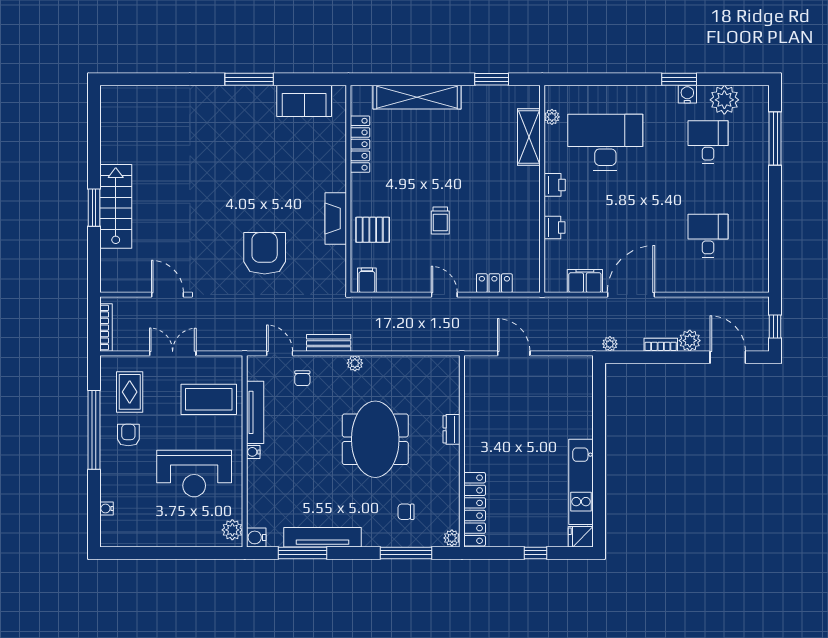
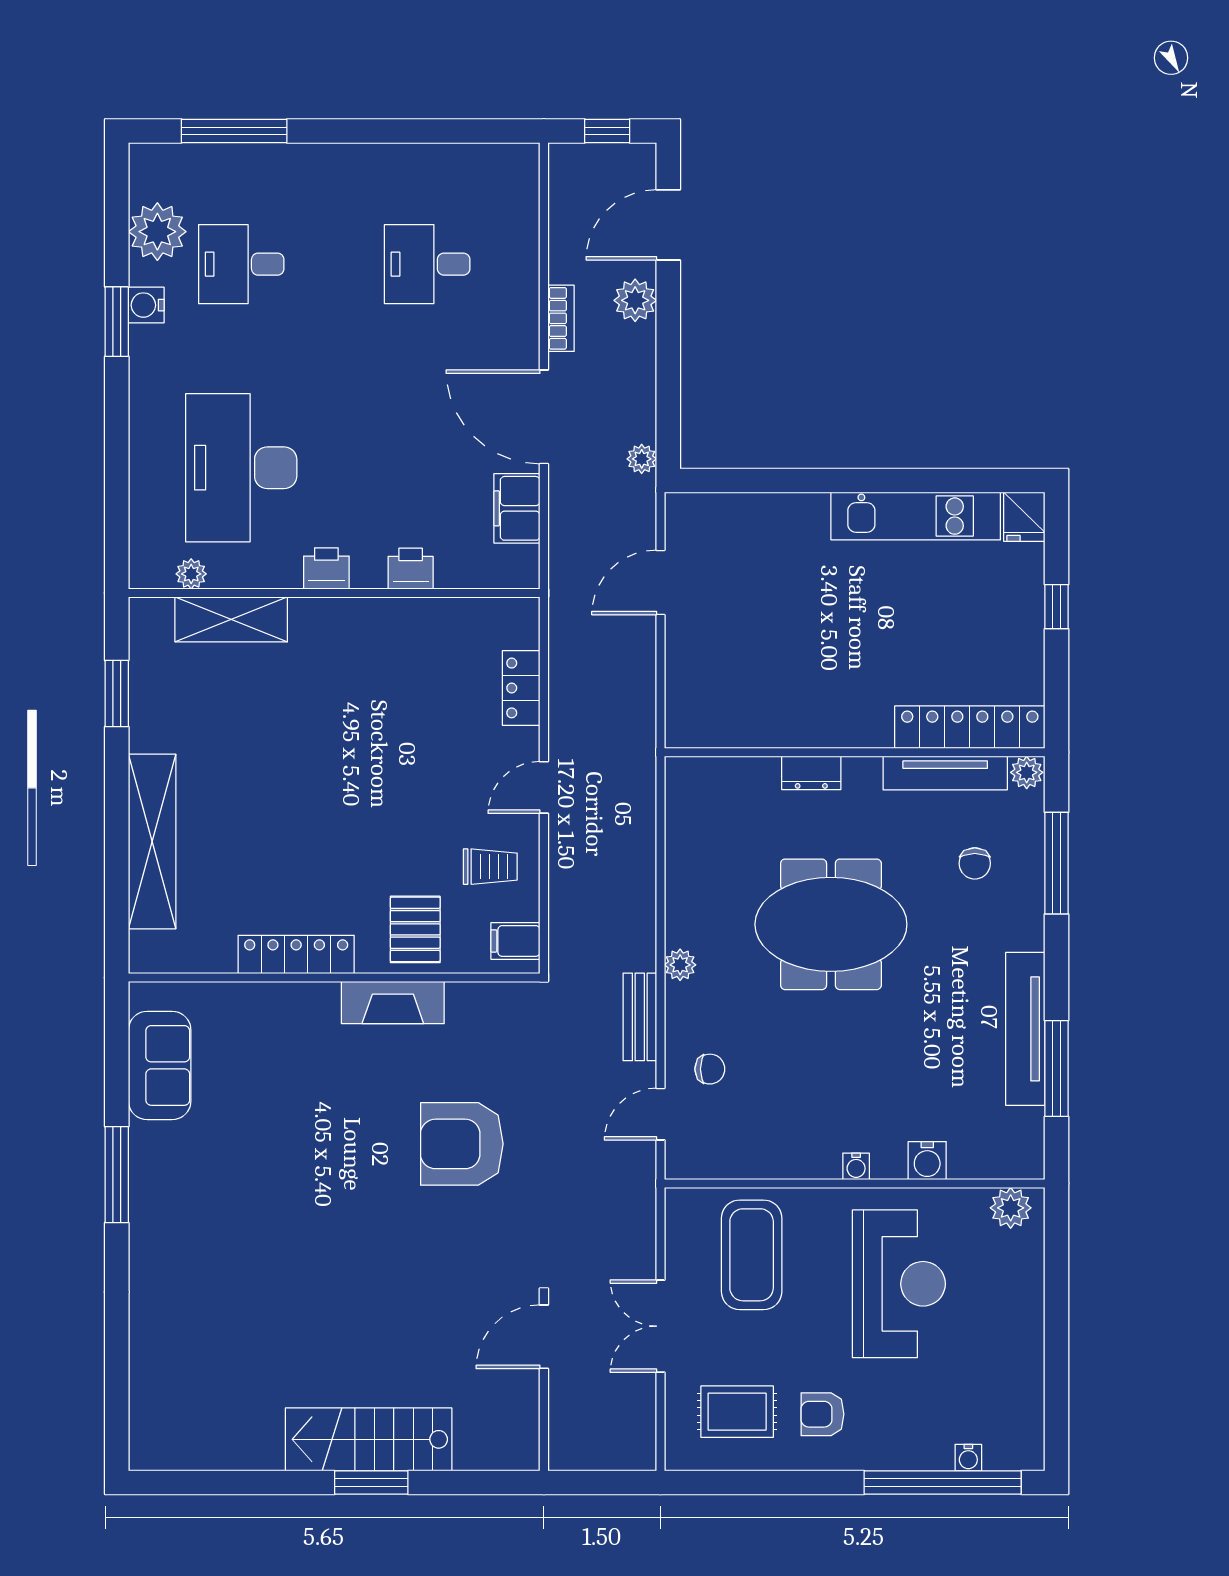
locker: (360, 144) -> (296, 954), moved
trolley: (440, 221) -> (490, 867), moved
bookcase: (106, 328) -> (609, 1459), removed
bookcase: (661, 345) -> (561, 318), moved, turned 180
door: (514, 353) -> (660, 582), moved
tv unit: (255, 412) -> (945, 773), moved, turned 180
window: (94, 430) -> (943, 1482), moved
water cooler: (256, 537) -> (927, 1161), moved

